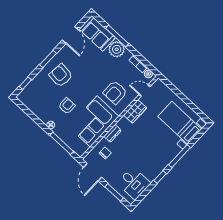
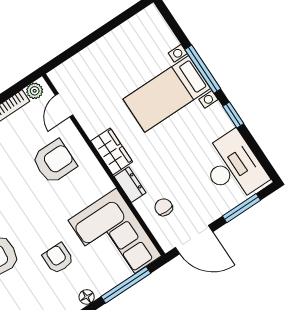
armchair: (115, 92) -> (54, 162), turned -90
wardrobe: (135, 111) -> (112, 151), moved
corner sofa: (94, 121) -> (115, 238), moved
bed with nightstands: (180, 123) -> (167, 94), moved
desk: (134, 183) -> (233, 167), width x1.37

